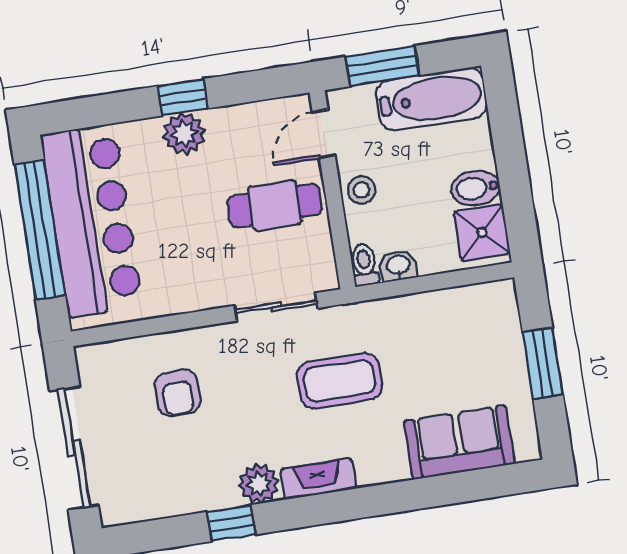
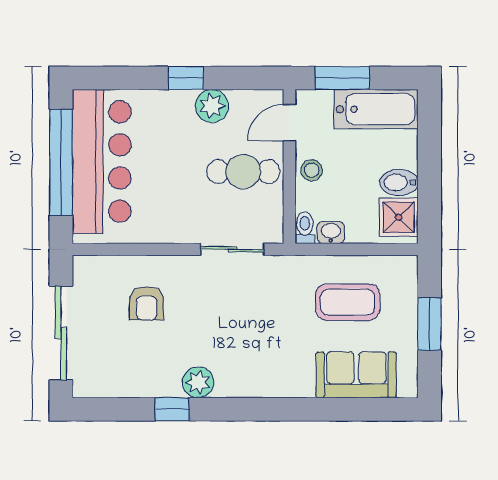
plant: (184, 134) -> (212, 106), moved
coffee table: (339, 381) -> (348, 302), moved
fireplace: (318, 479) -> (244, 386), removed

